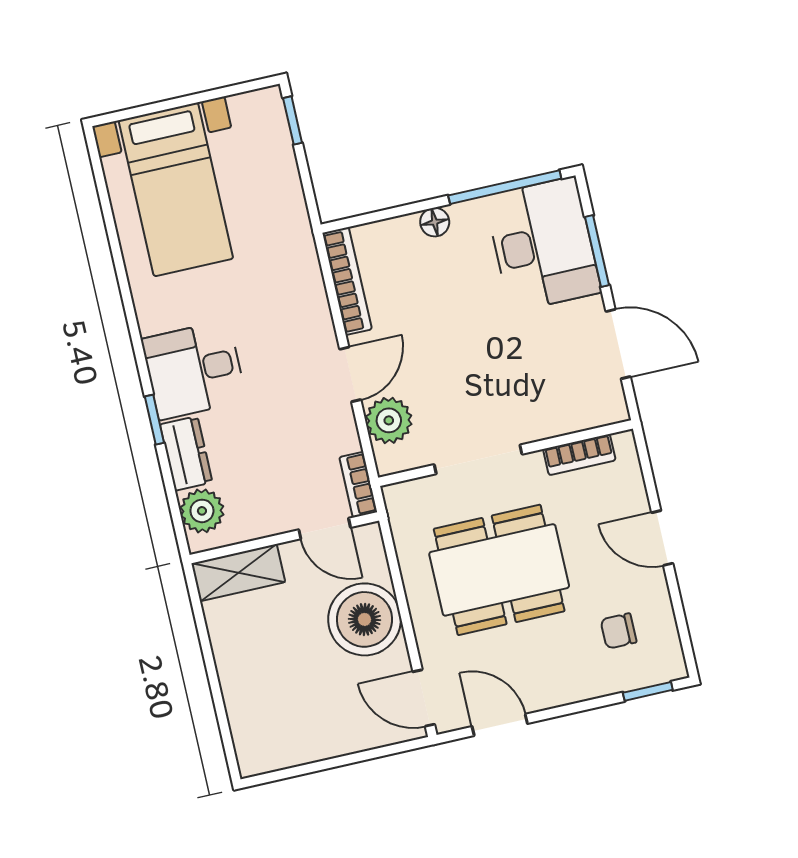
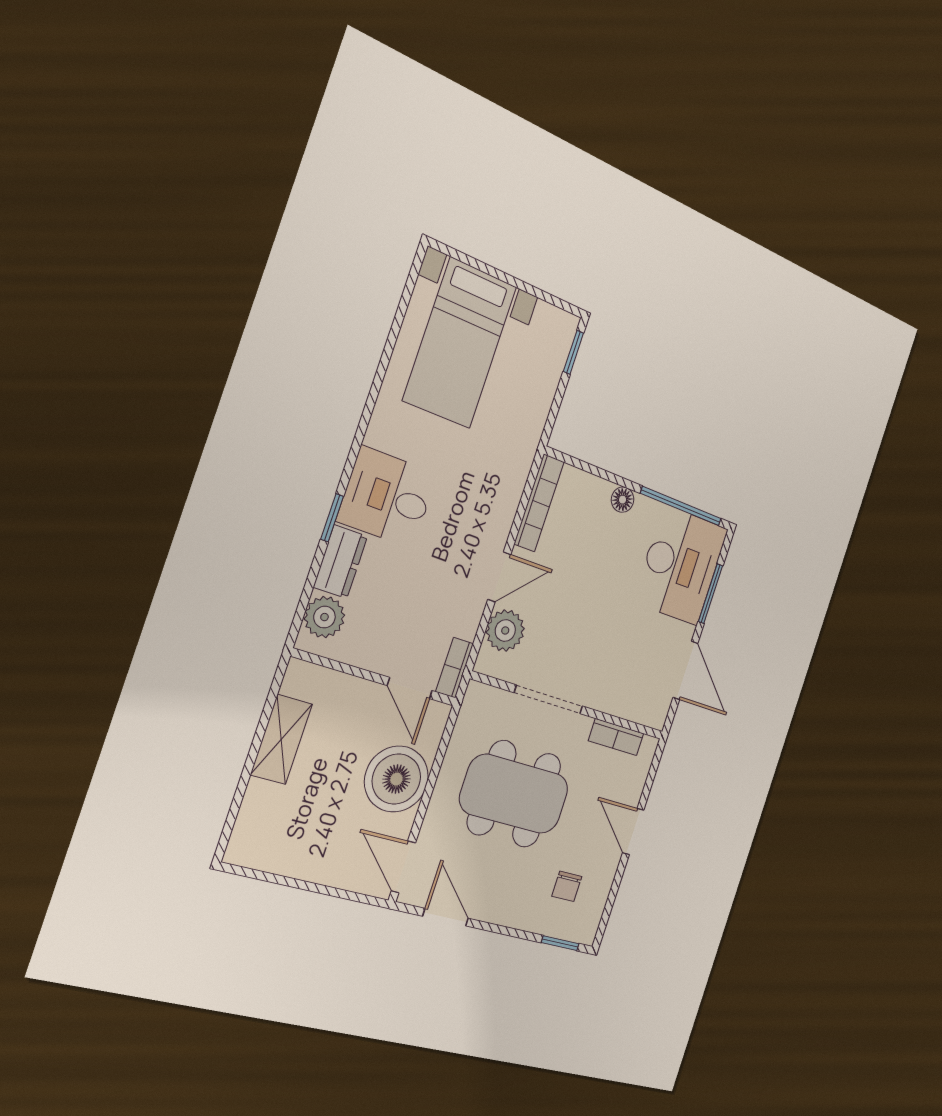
shelving: (238, 573) -> (281, 739), moved, turned 90
chair: (619, 631) -> (567, 886), turned -90

